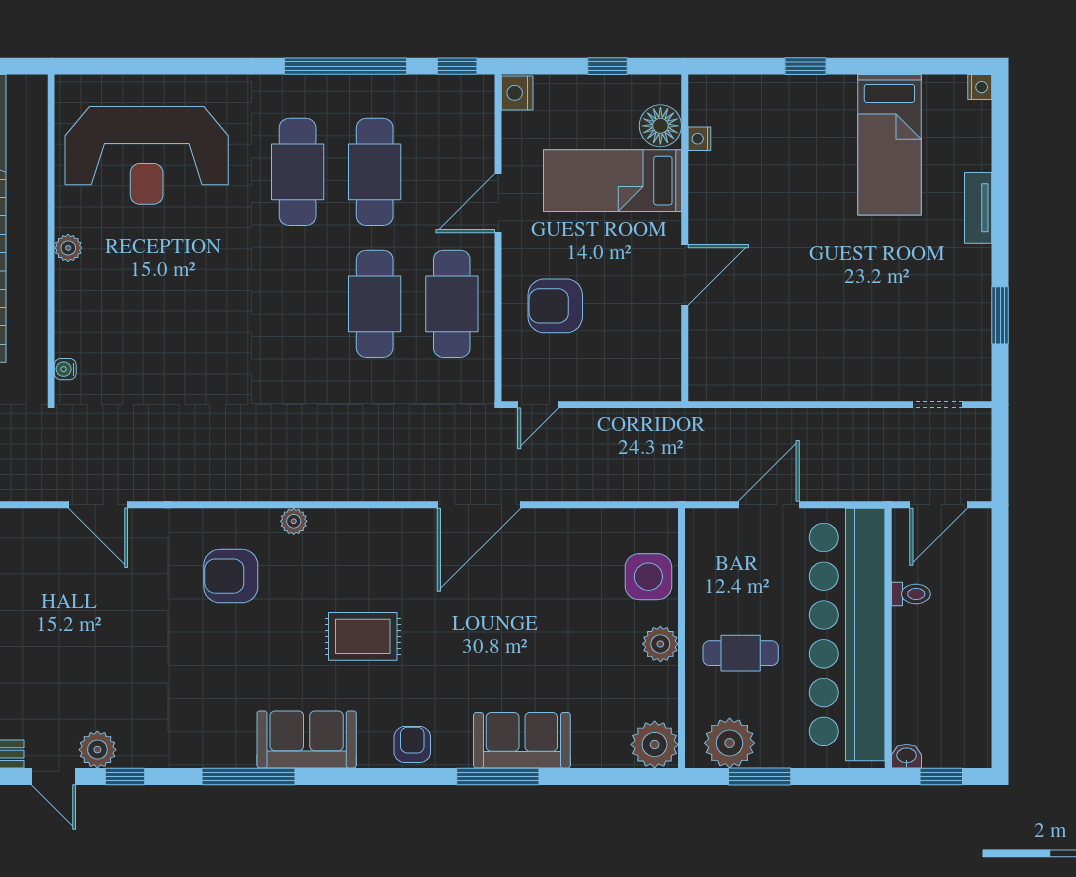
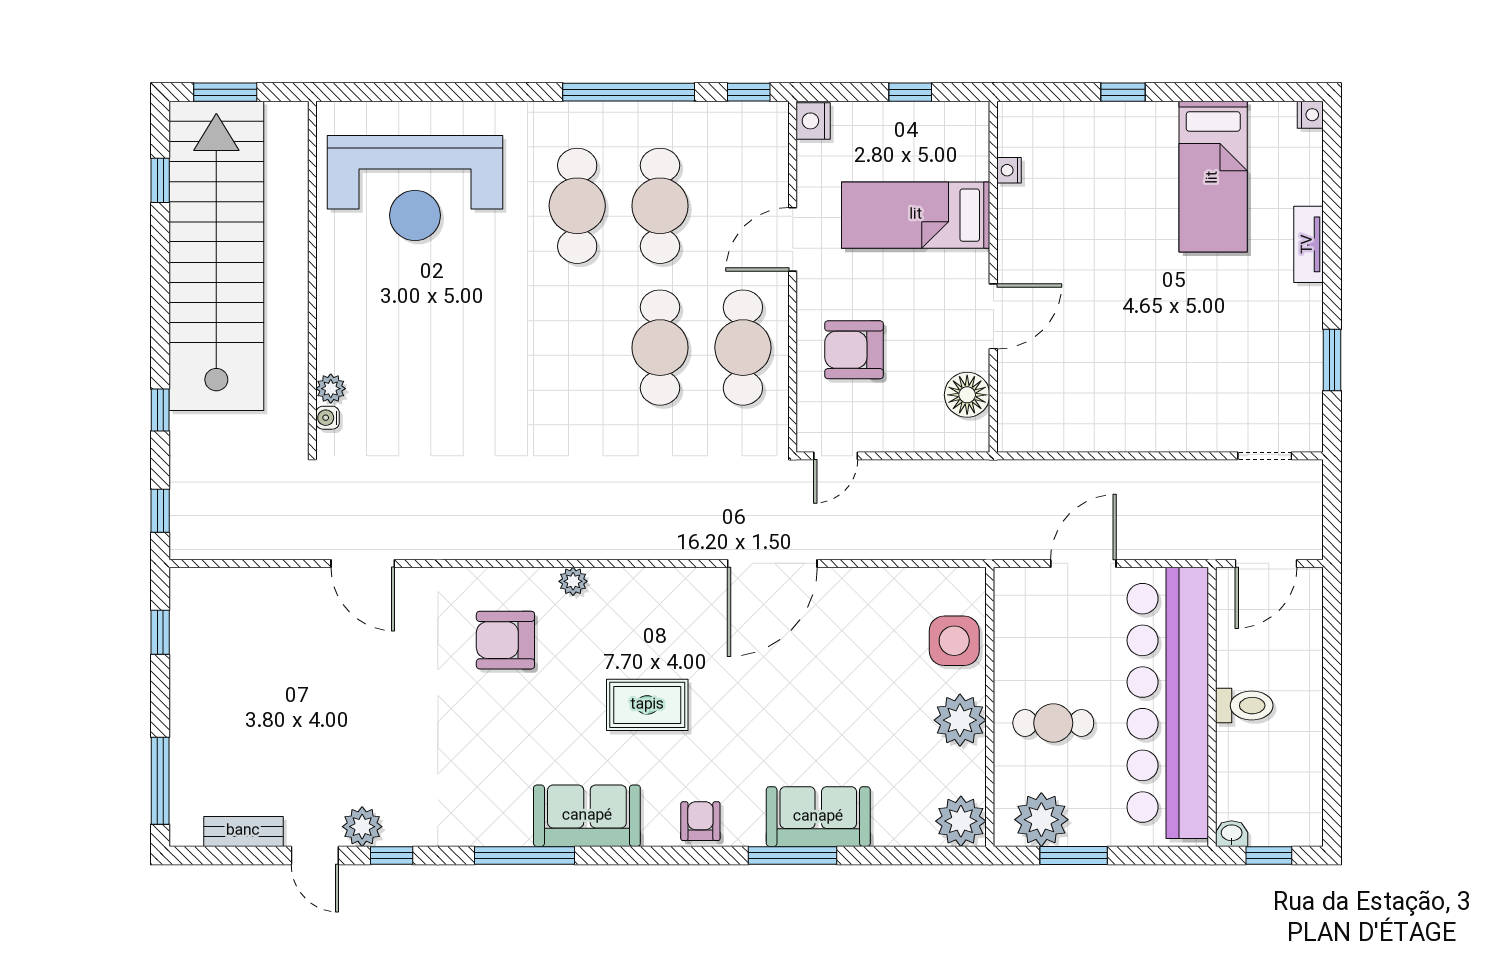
floor lamp: (660, 126) -> (967, 395), moved
plant: (68, 248) -> (331, 389), moved
toilet: (911, 594) -> (1244, 706), moved, width x1.37, depth x1.39
plant: (660, 644) -> (960, 720), width x1.36, depth x1.36

